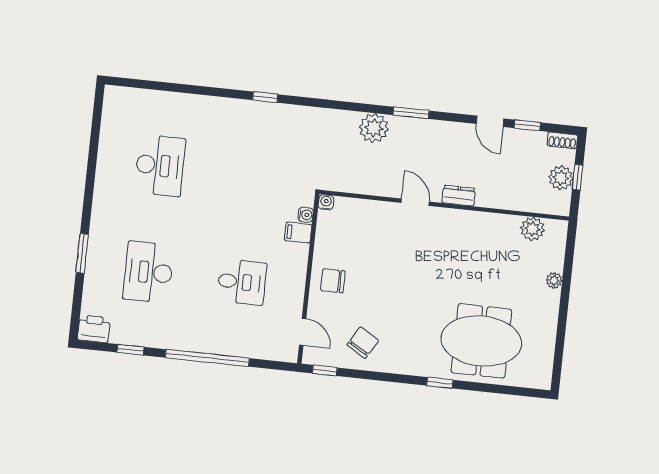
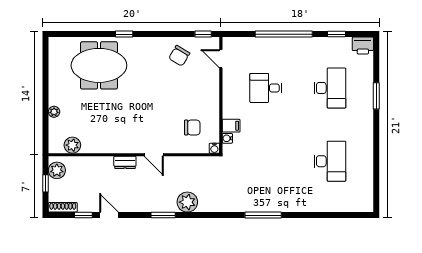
window: (265, 97) -> (263, 215), width x2.17
shoe rack: (562, 140) -> (63, 207), width x1.43
desk: (160, 165) -> (330, 161), turned 180
plant: (561, 178) -> (57, 170), moved
chair: (333, 281) -> (192, 127), moved

